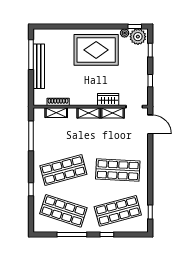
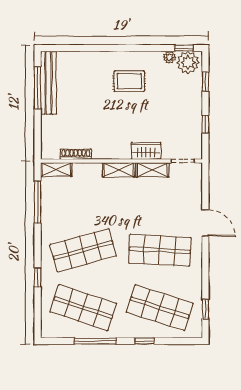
rug: (96, 50) -> (129, 81), width x0.54, depth x0.49
bench: (39, 66) -> (48, 83), moved
shelving: (56, 113) -> (56, 170), moved
door: (150, 124) -> (205, 223), moved
shop shelf: (118, 211) -> (160, 308), turned 33

